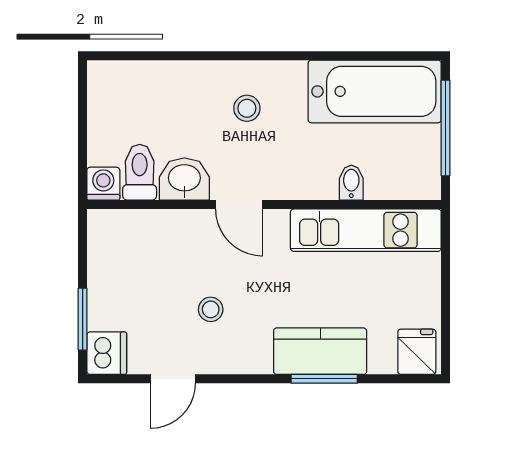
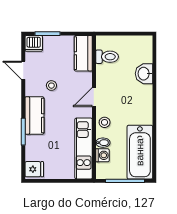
stool: (247, 108) -> (105, 122), moved
washbasin: (184, 179) -> (144, 74), moved, turned 180
washing machine: (103, 184) -> (102, 155), moved
kitchen counter: (131, 231) -> (83, 53), added
kitchen counter: (320, 351) -> (34, 116), moved

